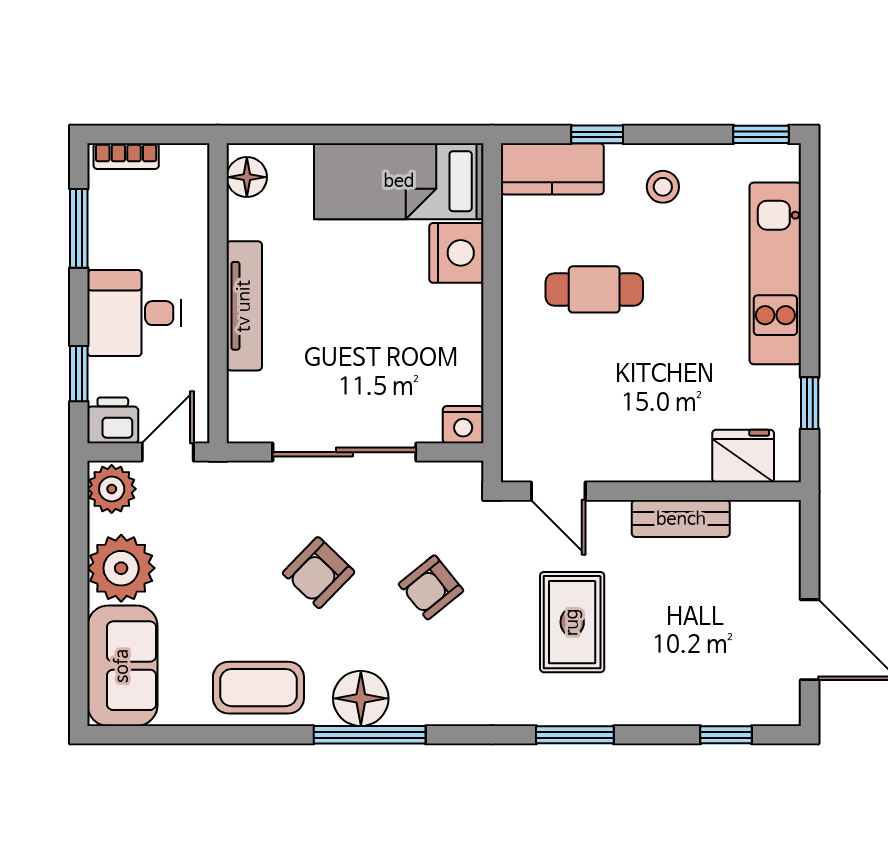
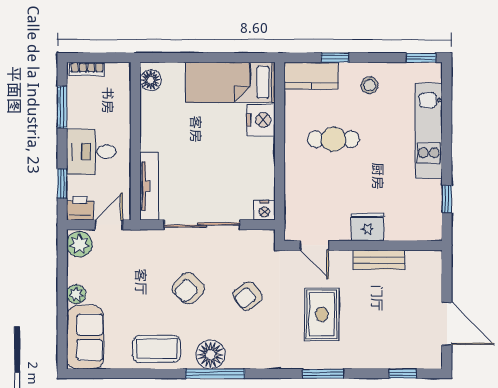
tv unit: (244, 306) -> (149, 186), moved
fridge: (743, 456) -> (368, 227), moved
plant: (121, 568) -> (76, 294), width x0.53, depth x0.53

